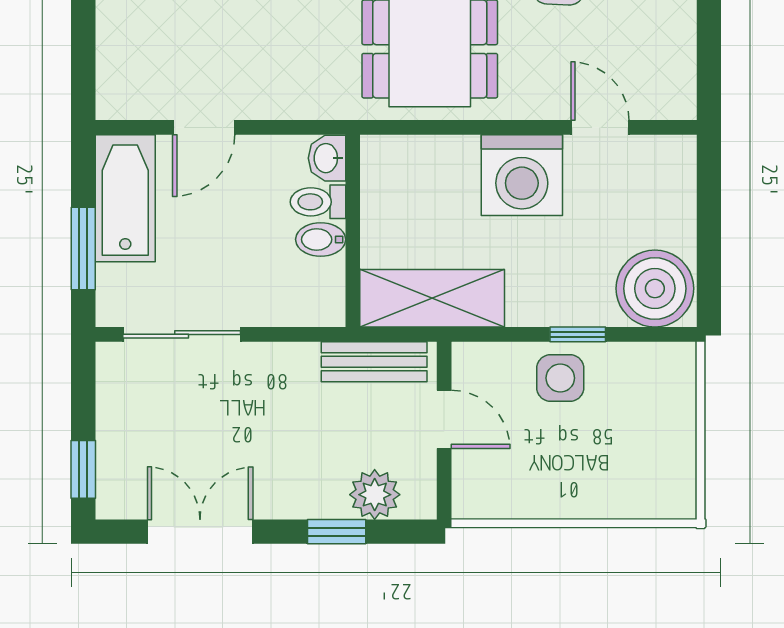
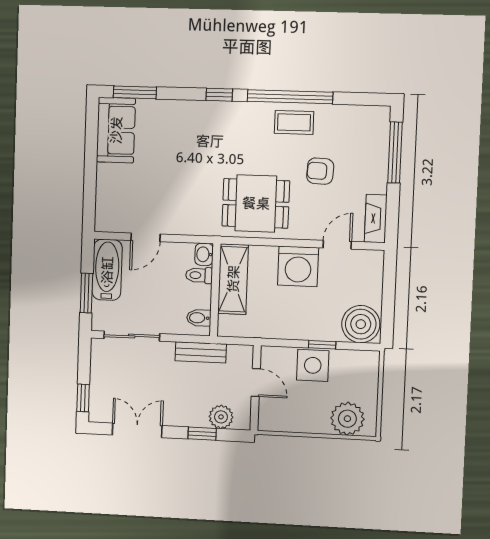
fireplace: (676, 71) -> (376, 219), added
door: (600, 127) -> (337, 245), hinge flipped
bidet: (321, 239) -> (199, 318), moved
shelving: (432, 298) -> (233, 279), moved, turned 90
bench: (374, 362) -> (201, 352), moved
side table: (560, 378) -> (313, 365), width x1.37, depth x1.37
plant: (636, 485) -> (347, 419), added

